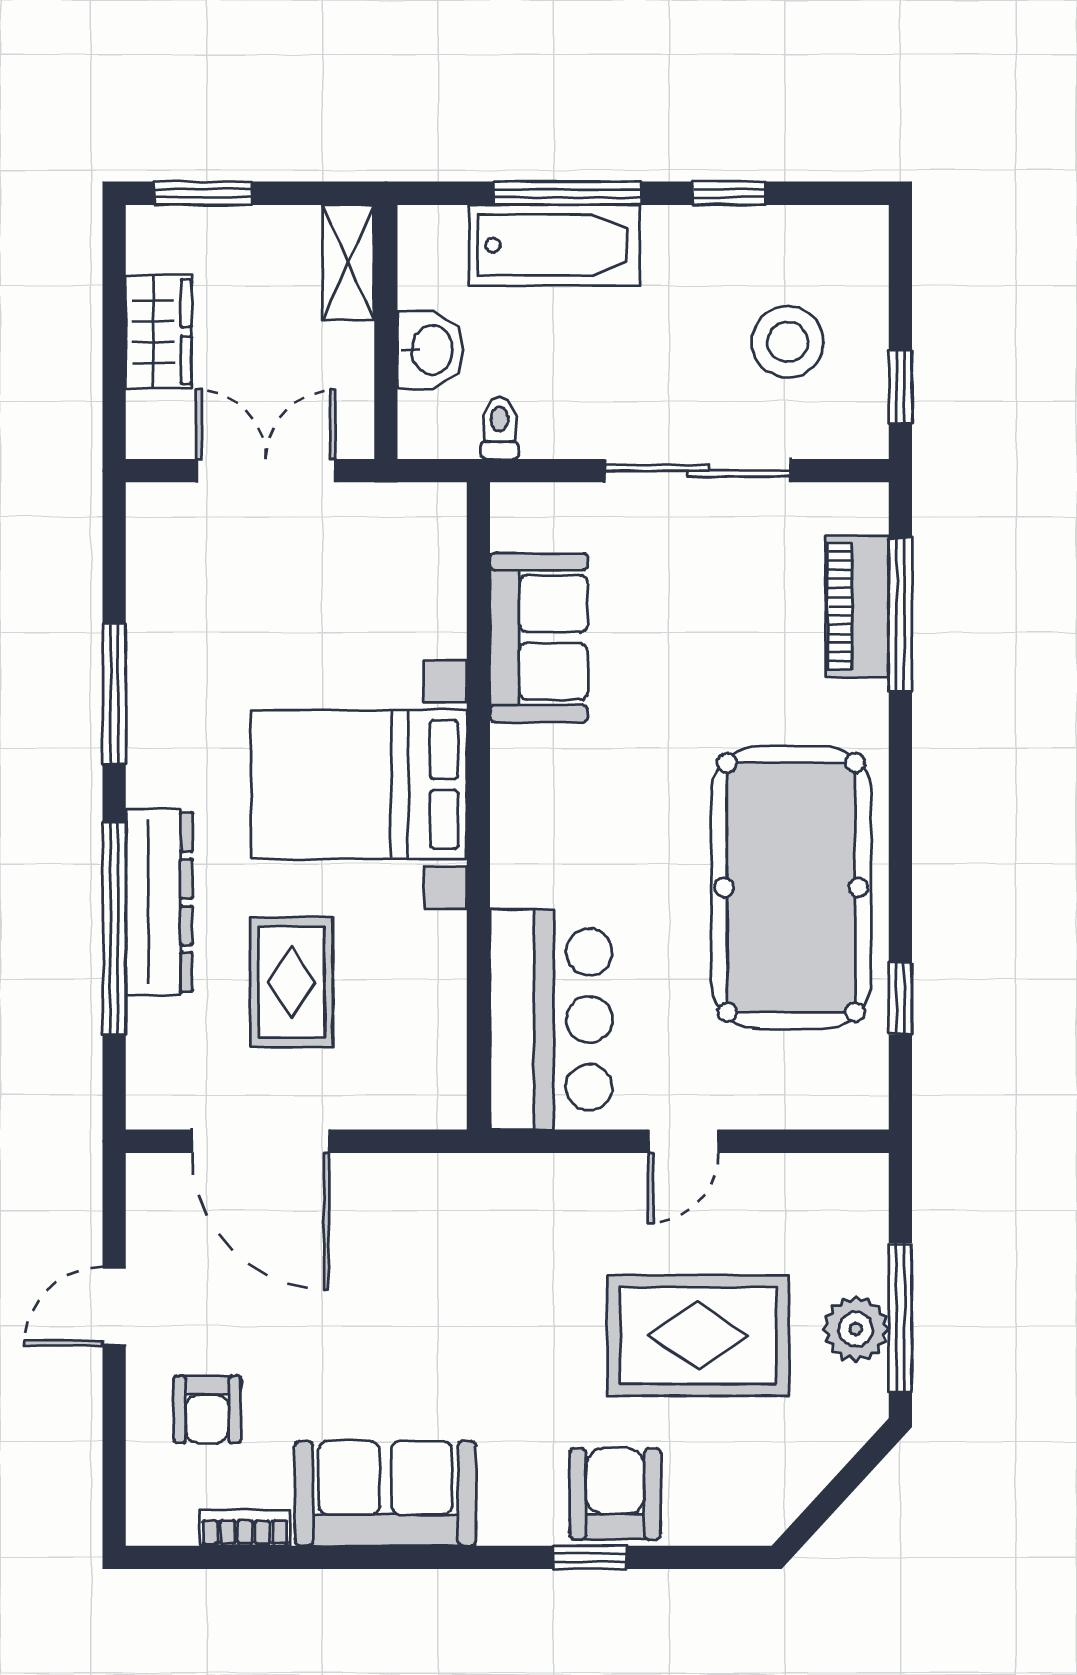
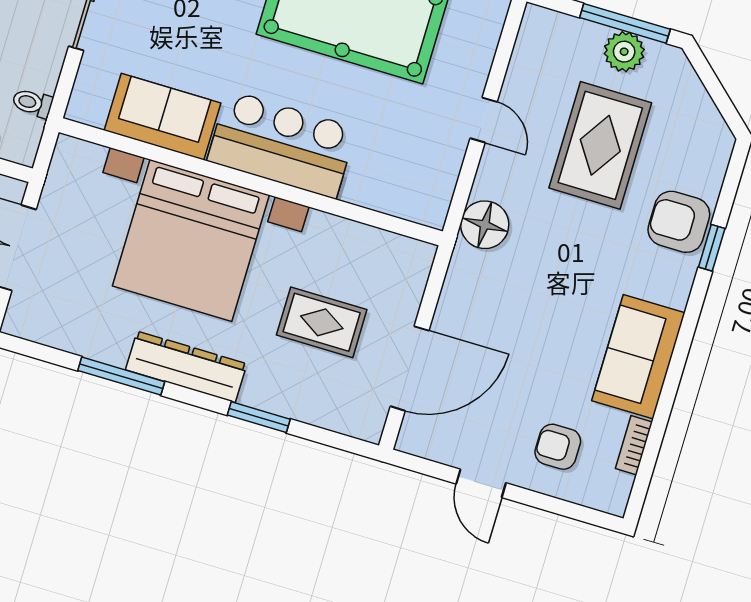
bed with nightstands: (359, 784) -> (191, 240), width x1.36
dresser: (159, 902) -> (186, 367), moved
window: (114, 928) -> (259, 417), width x0.47
bar counter: (551, 1019) -> (282, 144), moved
floor lamp: (520, 1192) -> (485, 225), added
armchair: (207, 1409) -> (558, 447), turned 180

